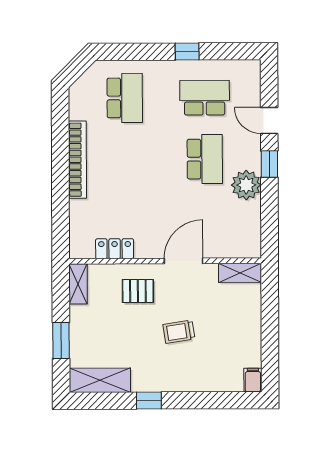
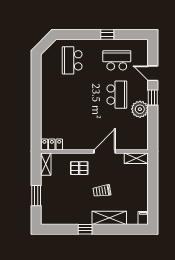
school desk: (125, 98) -> (72, 60), turned 180
bookcase: (77, 160) -> (46, 95), removed
locker: (115, 249) -> (52, 144), moved
shelving: (100, 380) -> (109, 218), moved

